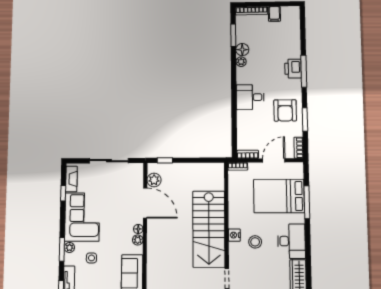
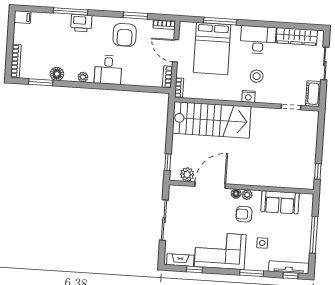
filing cabinet: (274, 14) -> (22, 17), moved
plant: (241, 62) -> (83, 77), moved
window: (304, 71) -> (71, 11), moved
armchair: (285, 110) -> (125, 35), turned 90
stairs: (209, 229) -> (212, 120), moved
armchair: (119, 238) -> (244, 214), added
plant: (69, 248) -> (250, 265), removed

